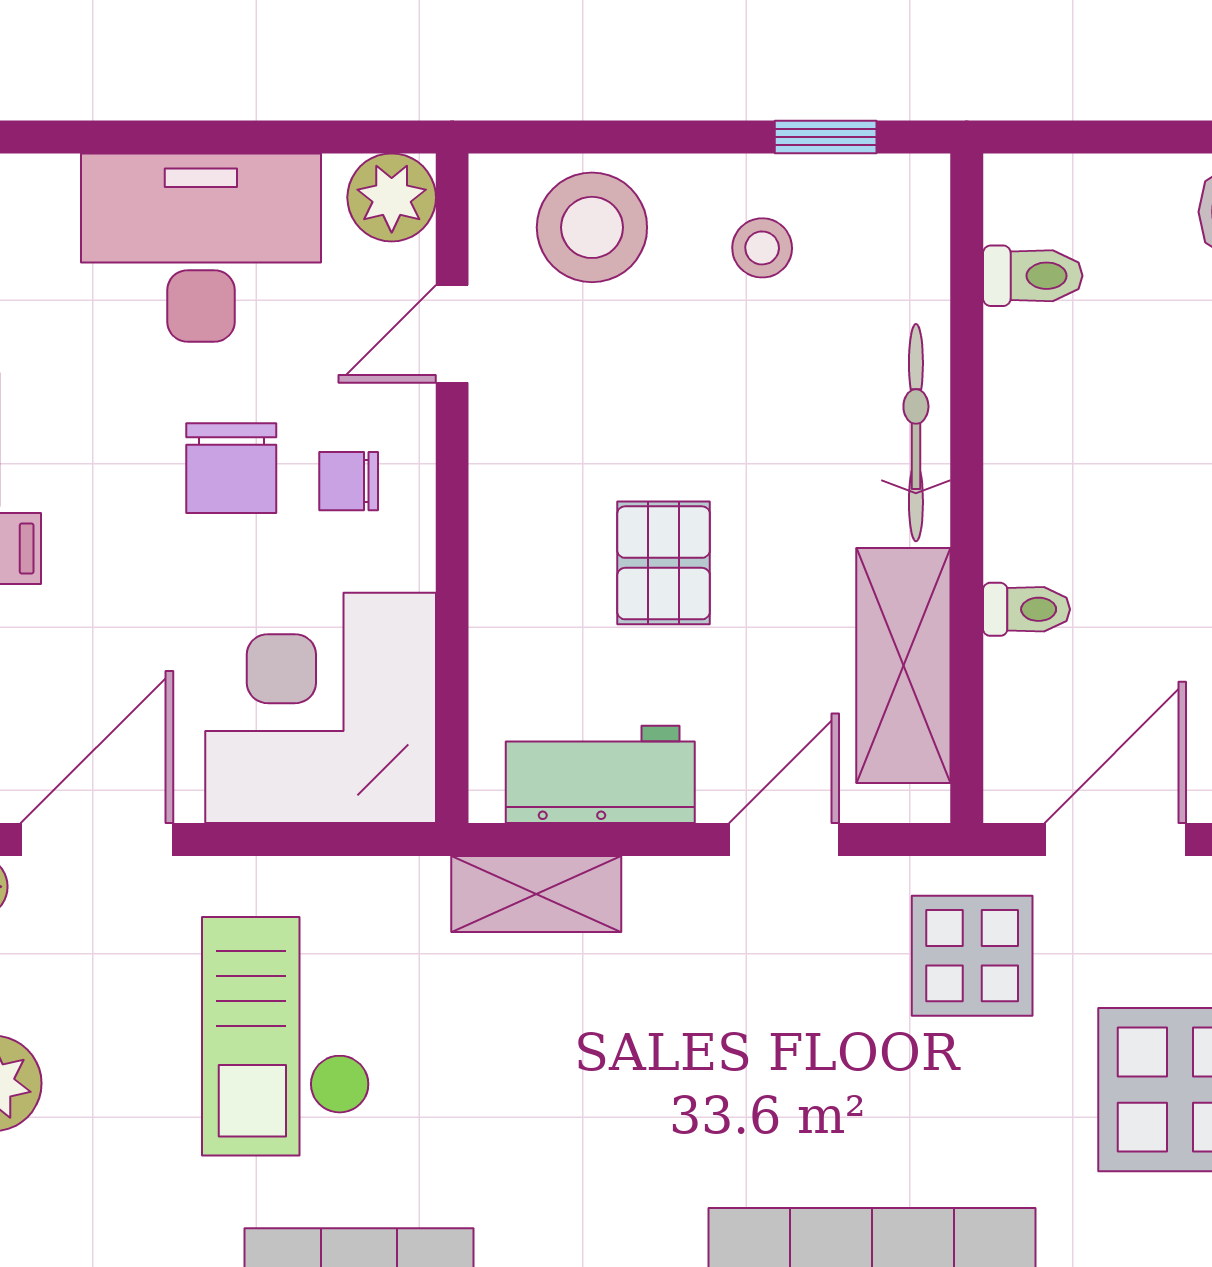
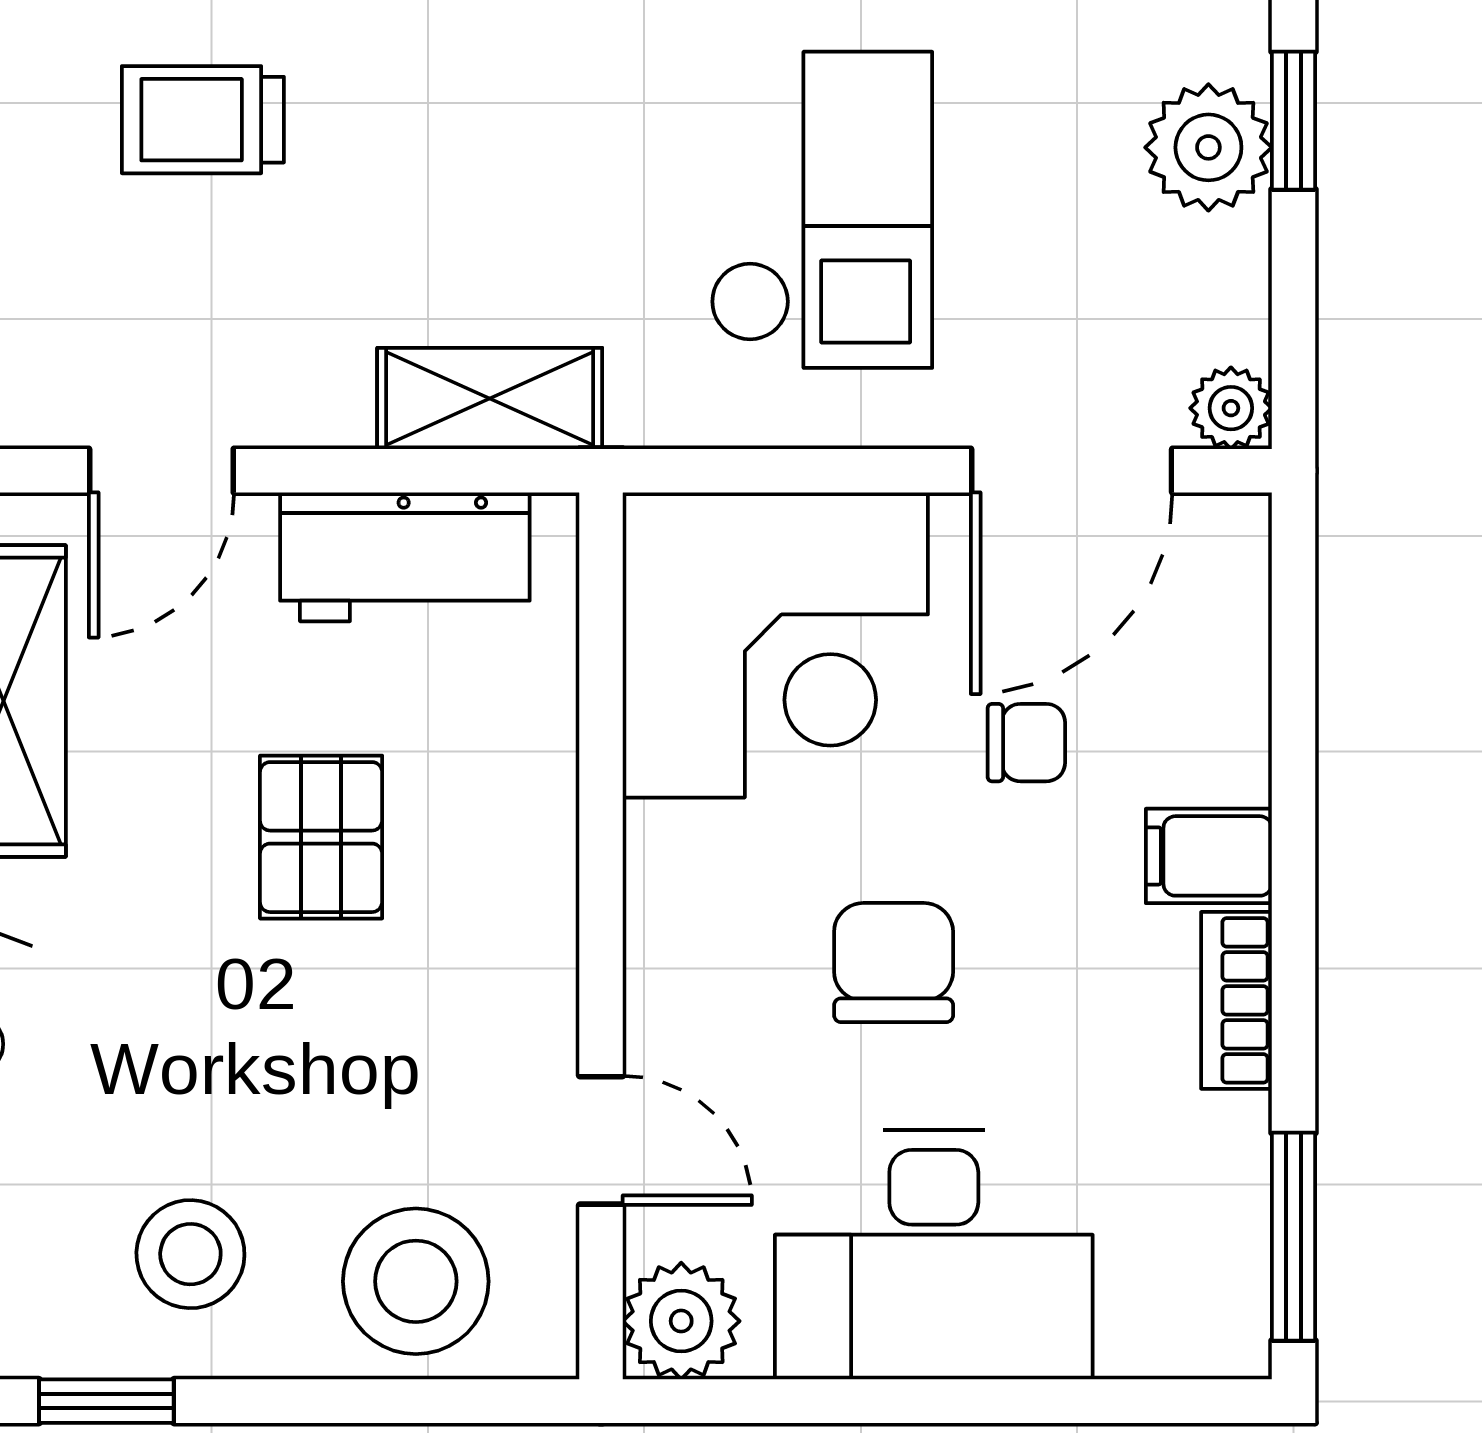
stool: (762, 248) -> (190, 1254), width x1.37, depth x1.37
door: (452, 334) -> (601, 1140), hinge flipped
chair: (349, 481) -> (1026, 743), moved
trolley: (753, 1104) -> (203, 120), added

